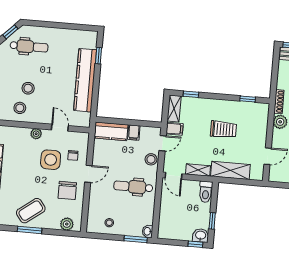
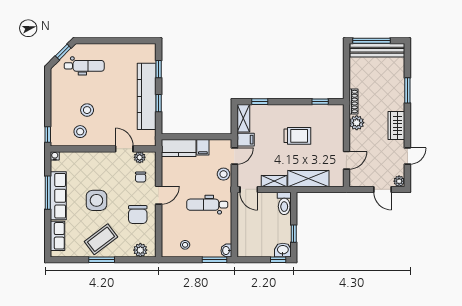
window: (96, 87) -> (159, 103), added
plant: (36, 134) -> (140, 157), moved
side table: (51, 160) -> (96, 200), moved

